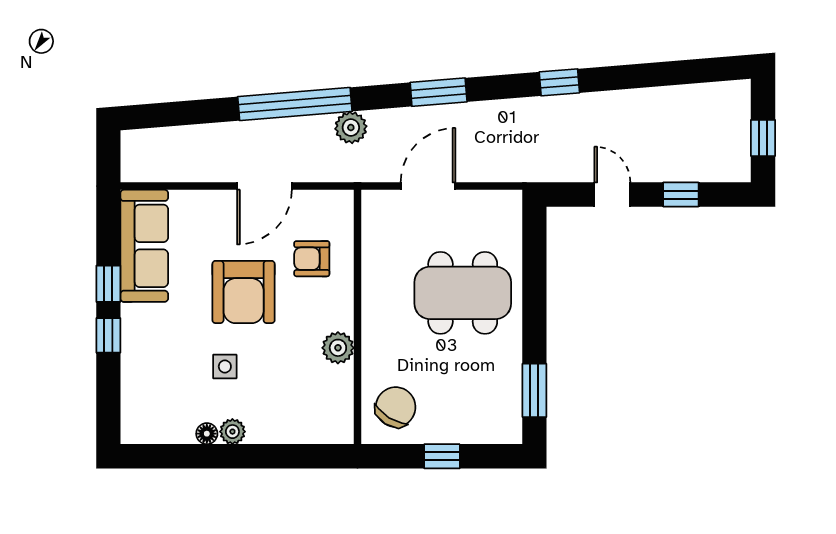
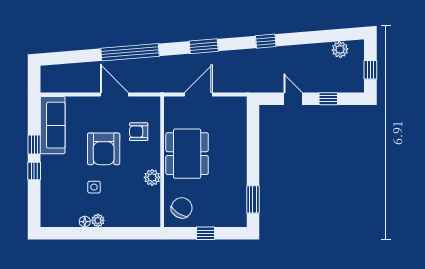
plant: (351, 128) -> (340, 49), moved
door: (264, 186) -> (114, 94), swing flipped
dining table: (463, 293) -> (187, 154), moved, turned 90

